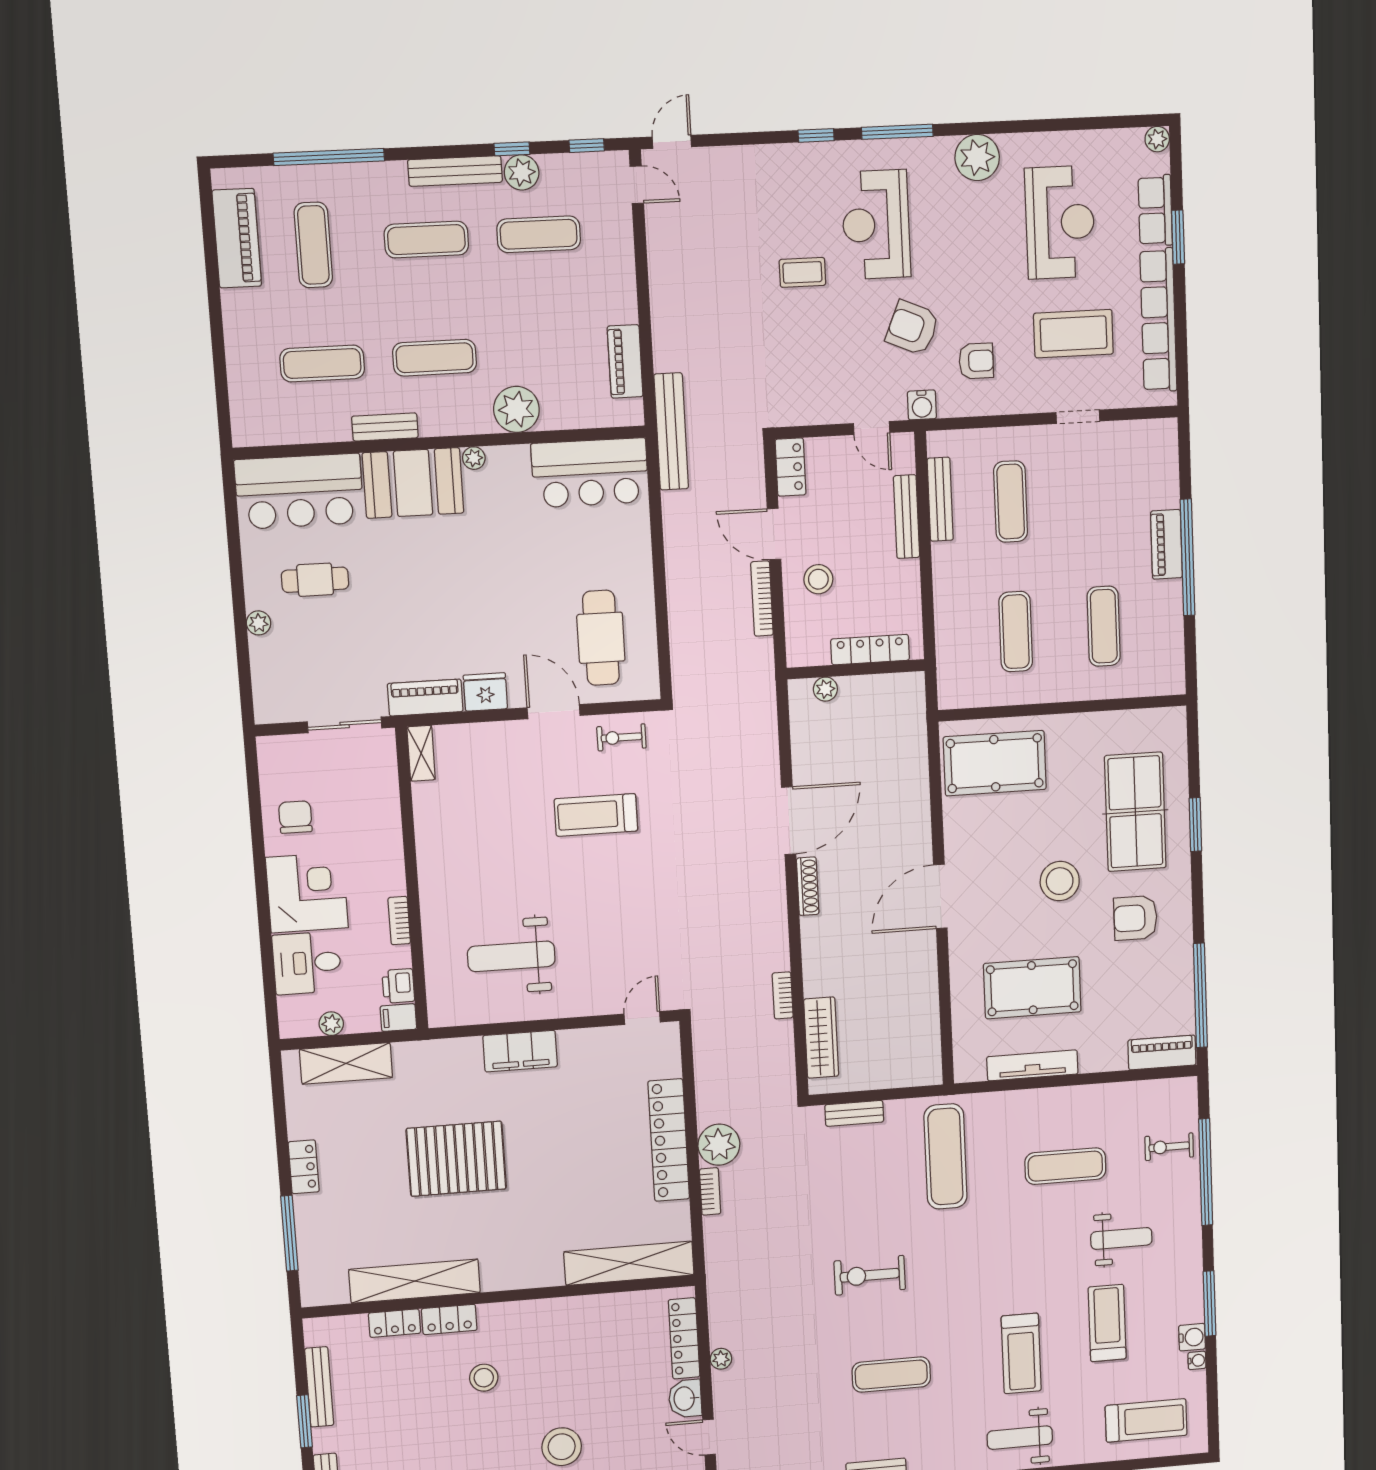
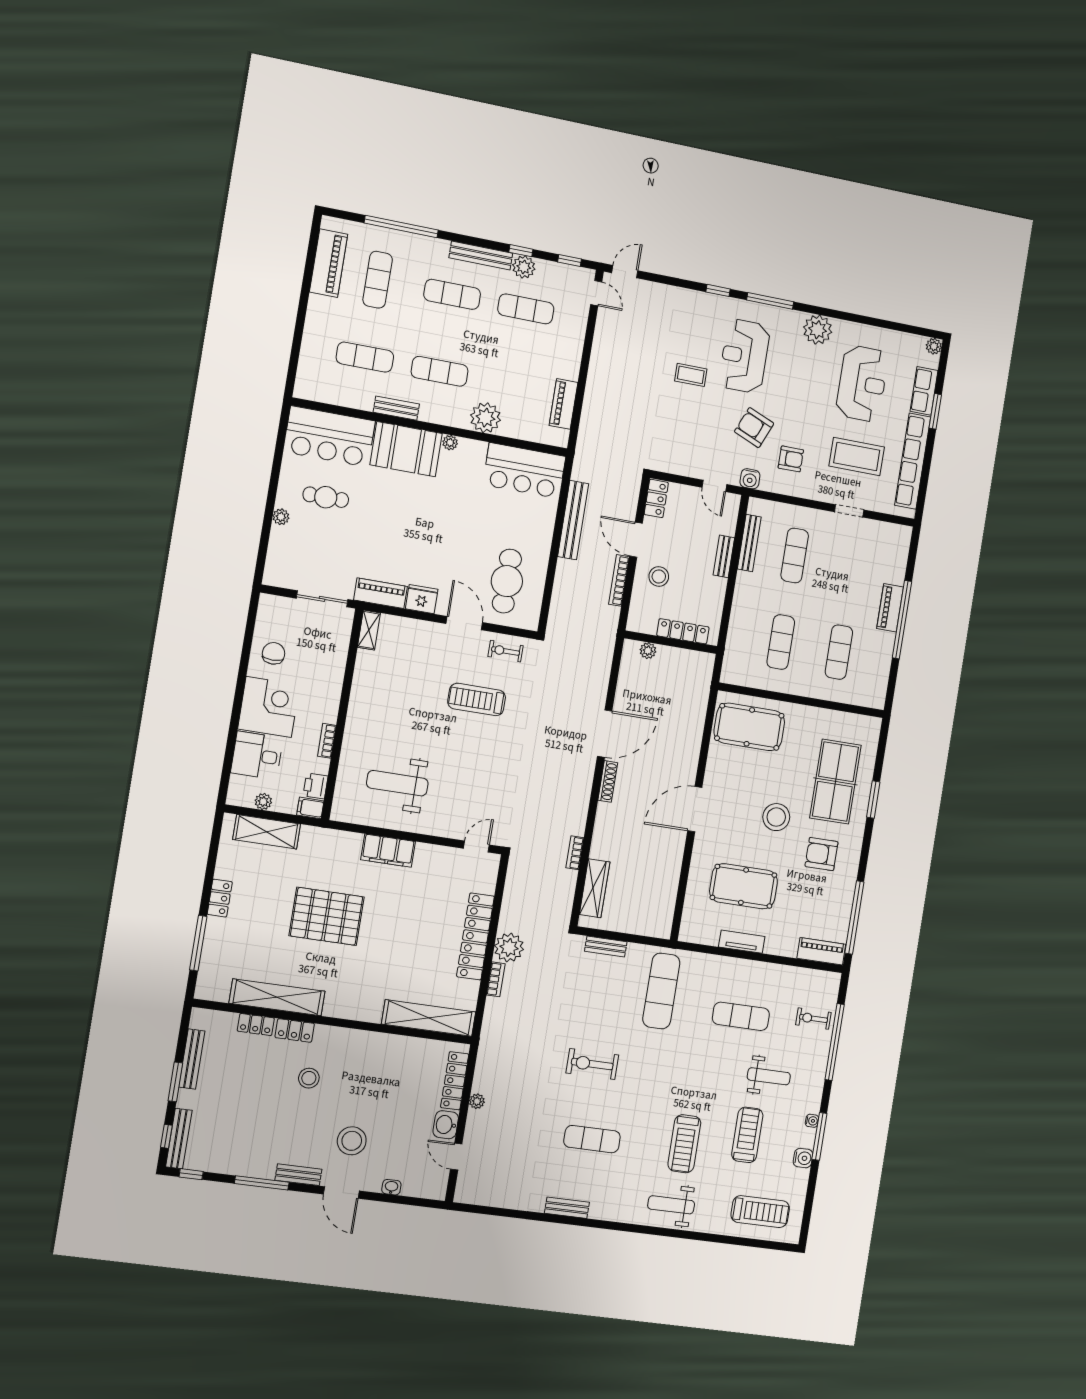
bench: (671, 431) -> (573, 520), moved
bench: (907, 517) -> (724, 556), width x0.73
tv unit: (1032, 1065) -> (742, 942), width x0.71
water cooler: (1197, 1360) -> (812, 1121), moved

